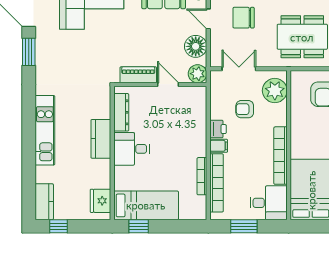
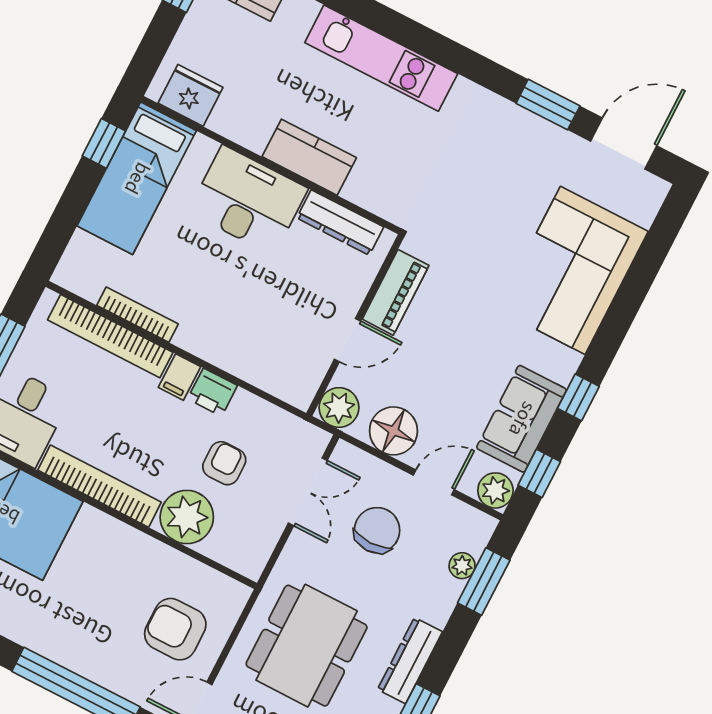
chair: (244, 18) -> (377, 530), moved
plant: (275, 91) -> (187, 517), moved
desk: (132, 149) -> (248, 200), width x1.37

